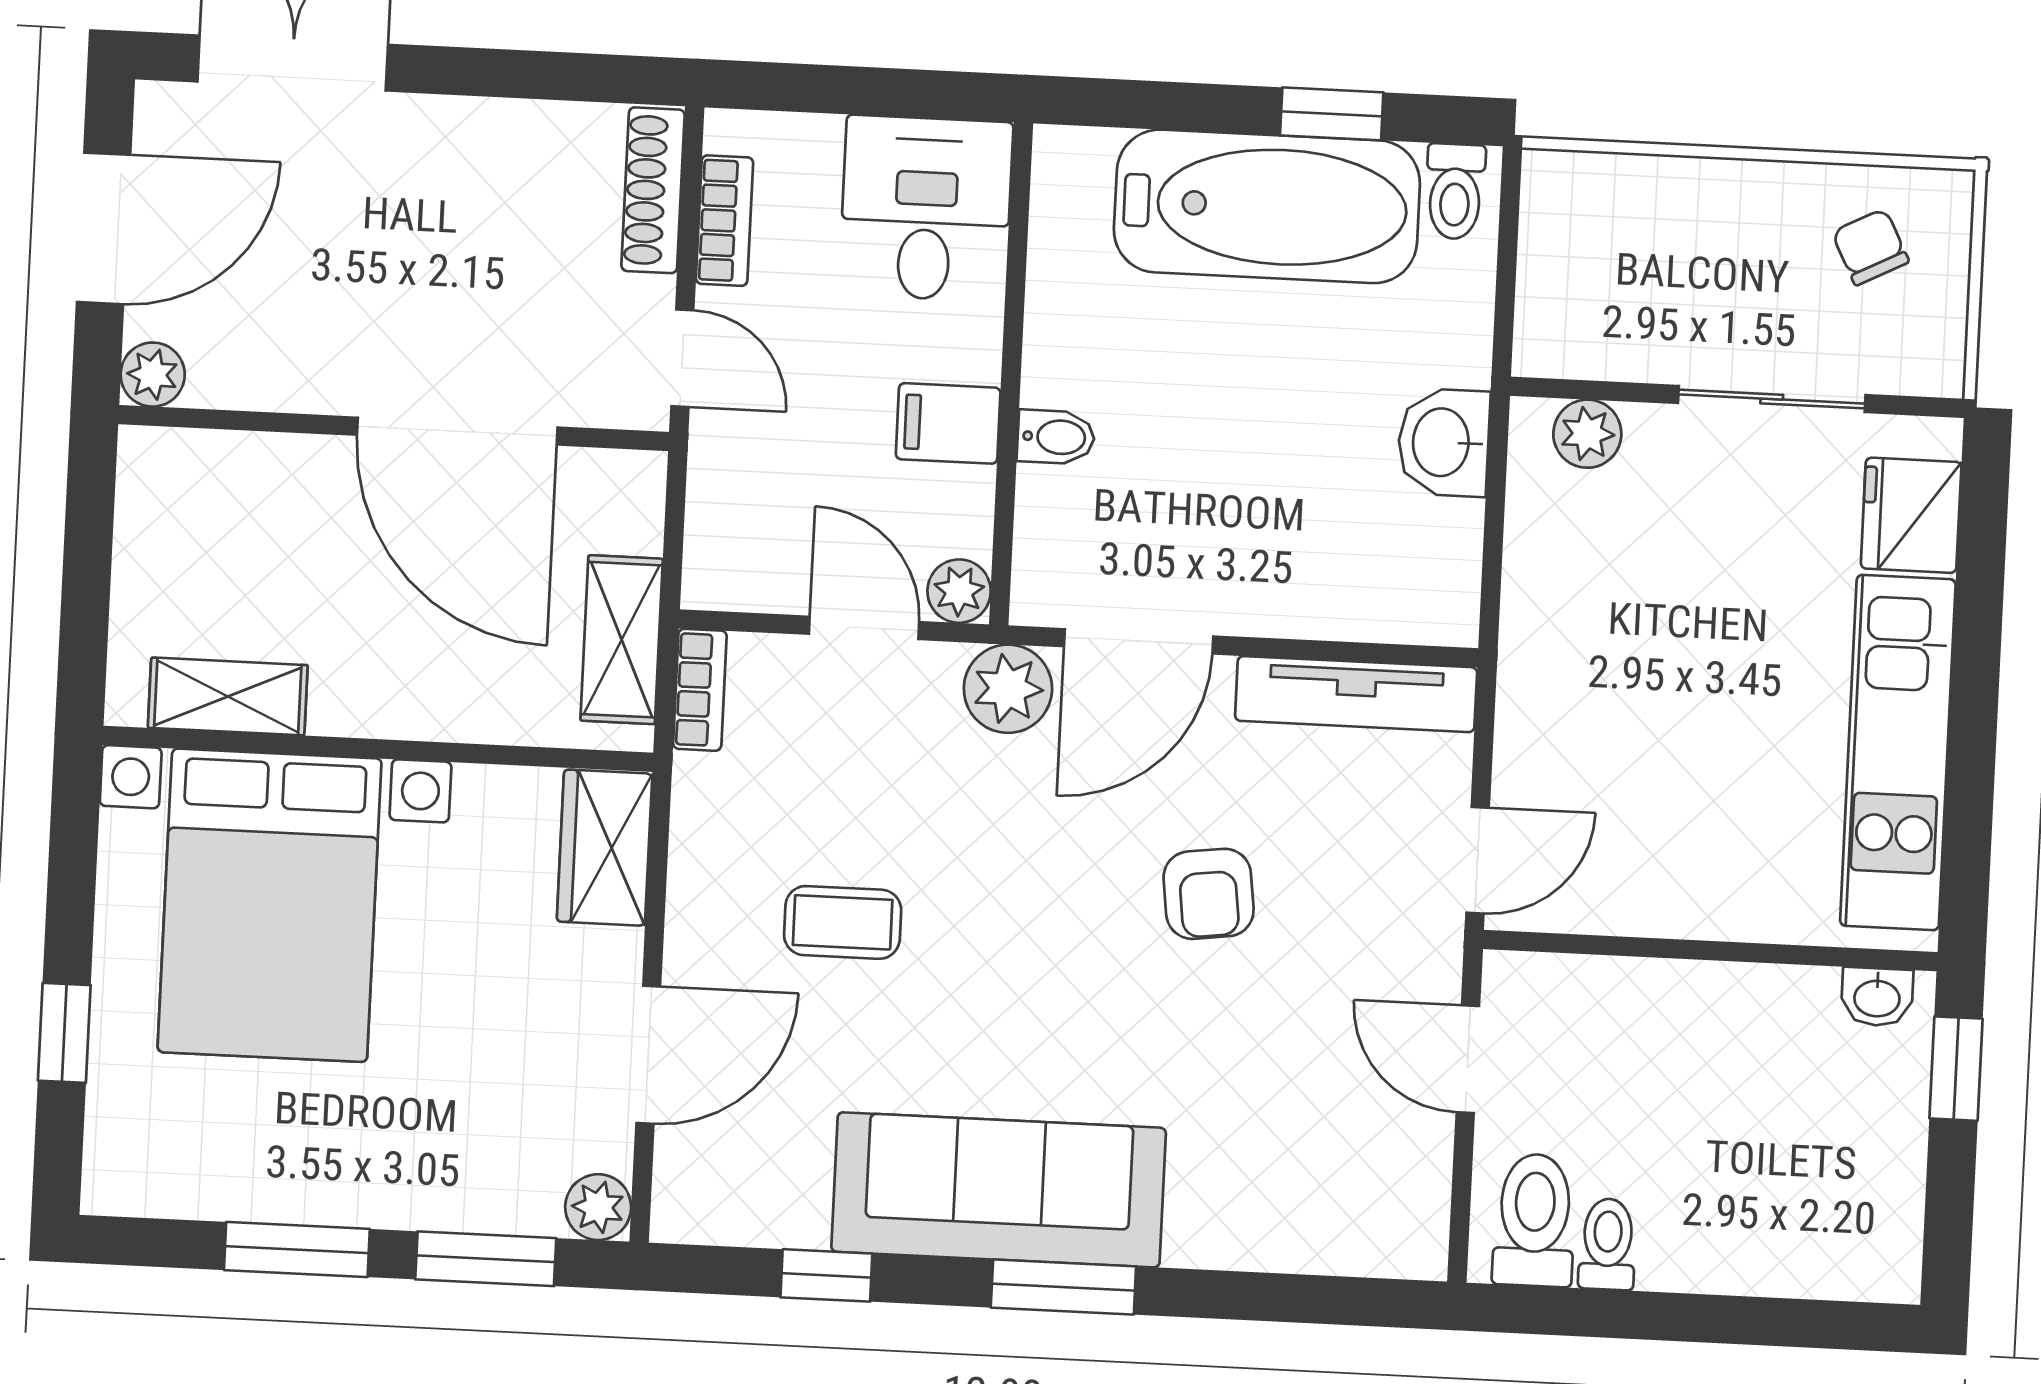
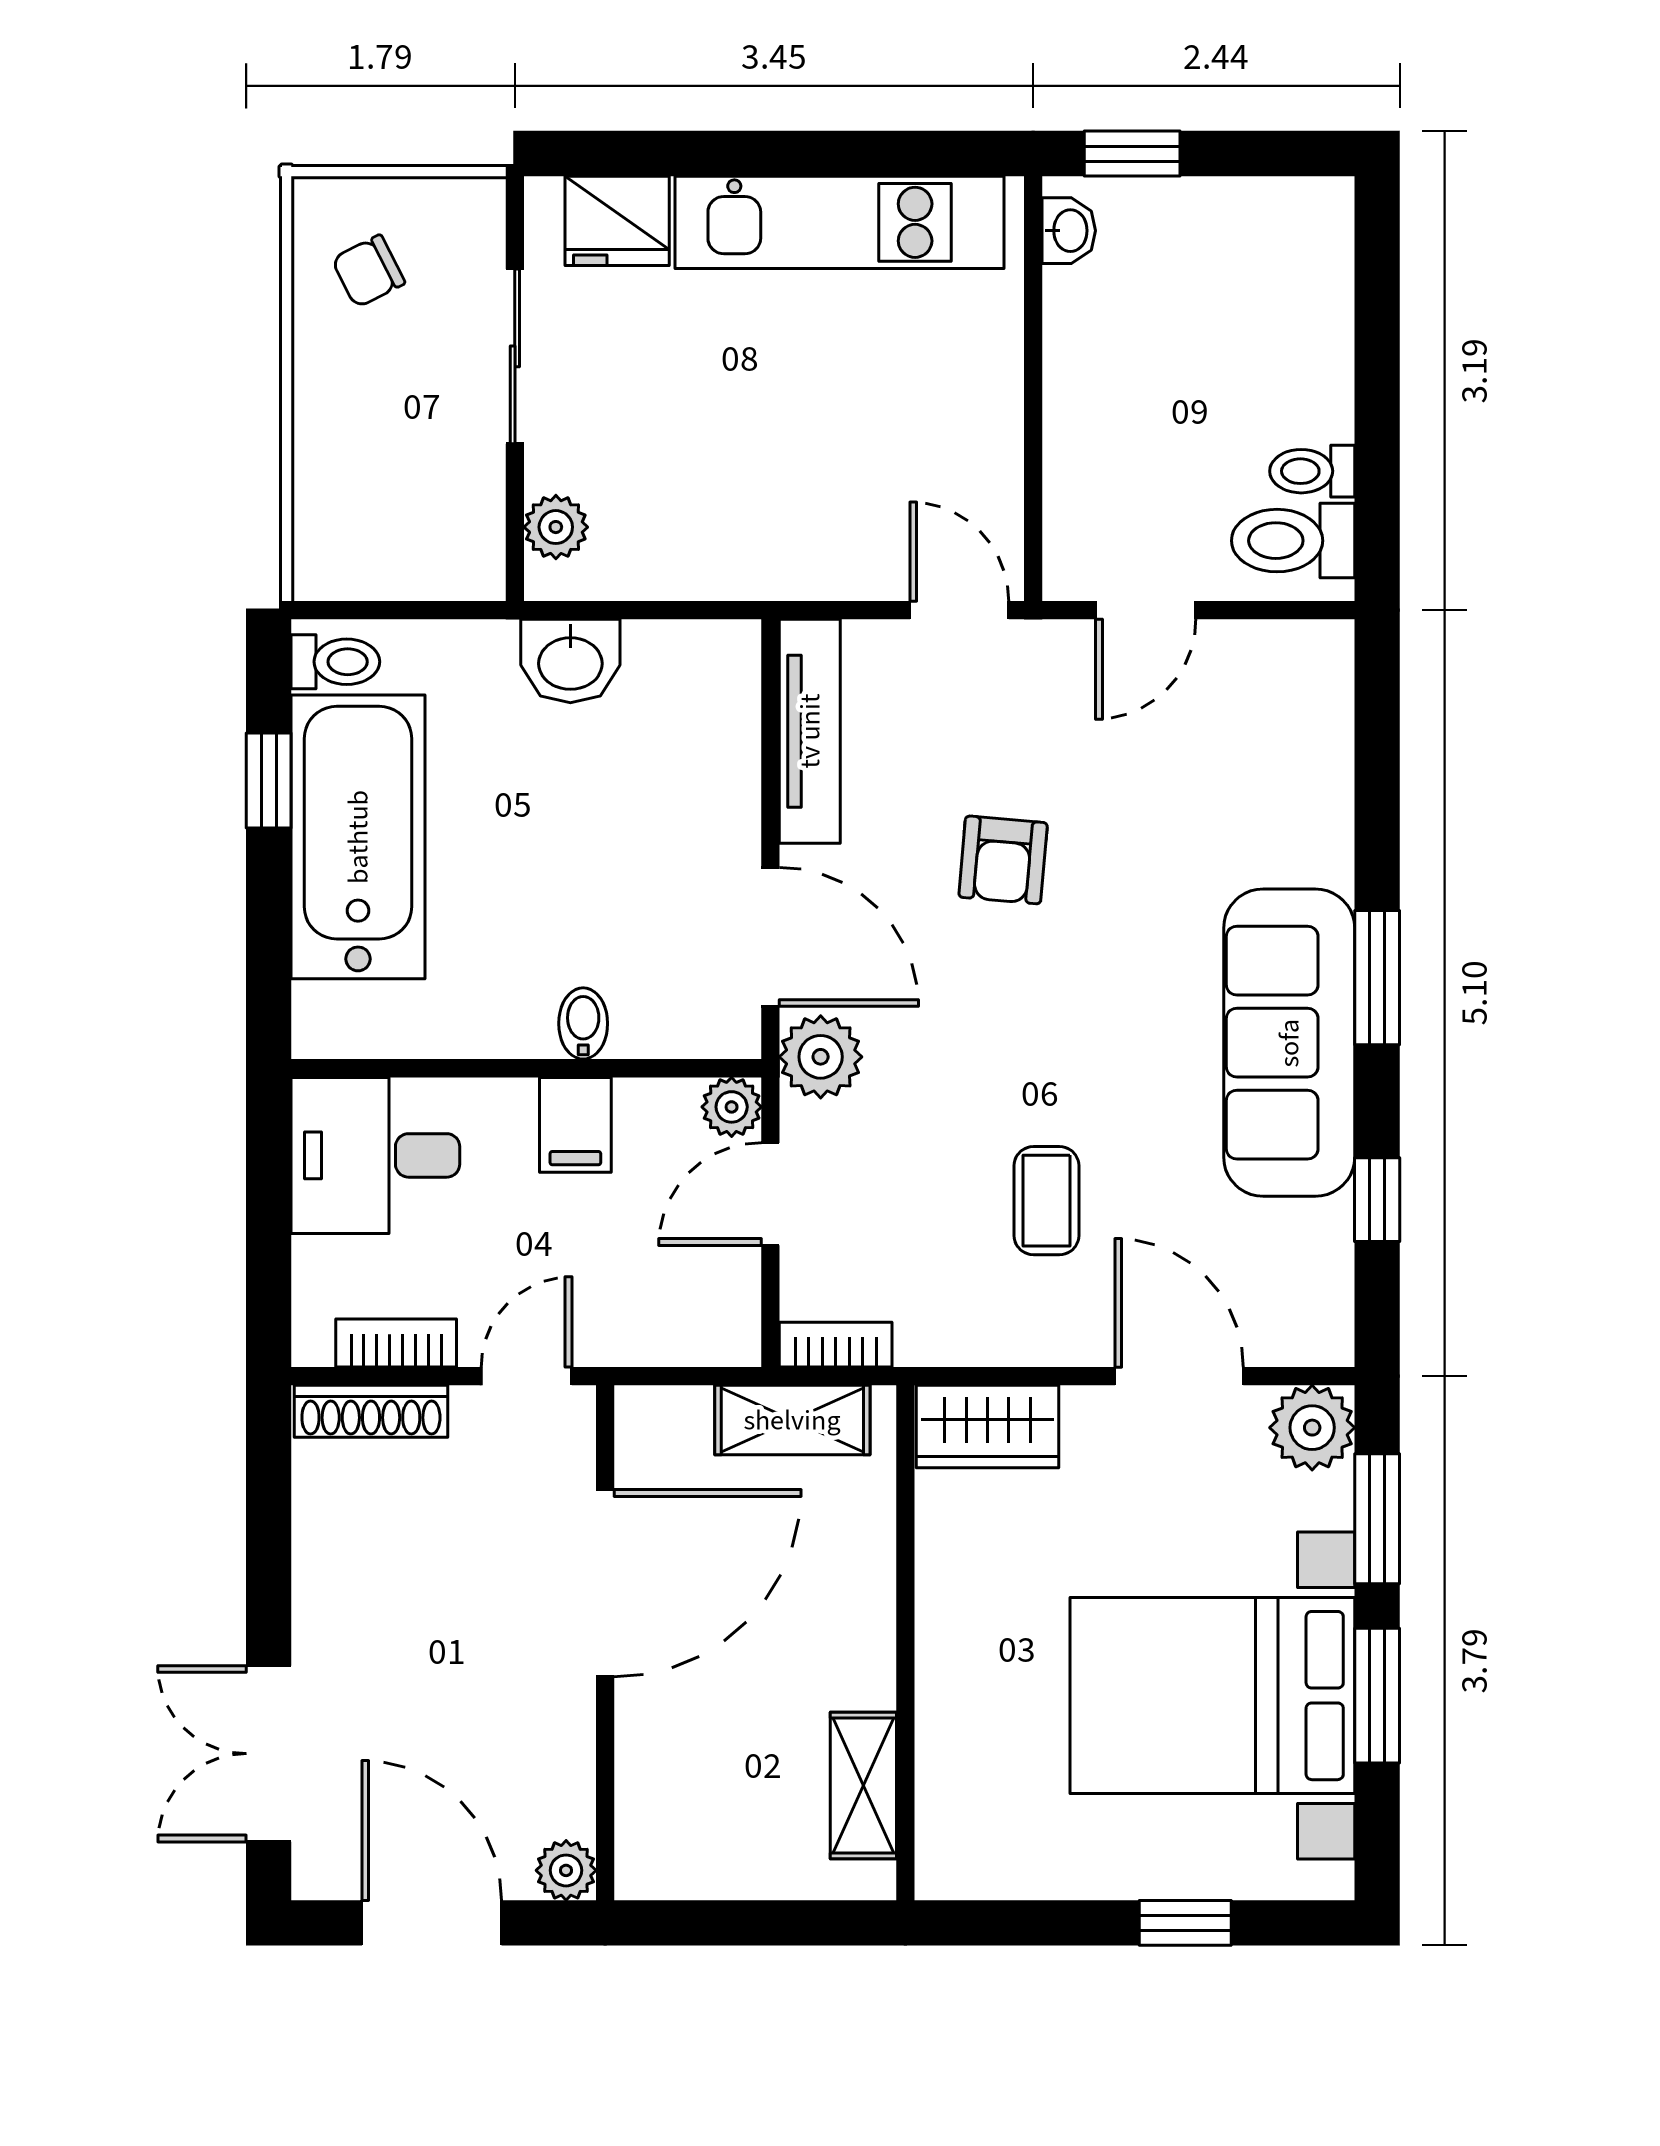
armchair: (1209, 894) -> (1003, 860), turned 102
bed with nightstands: (270, 905) -> (1212, 1696), moved, turned 180
plant: (598, 1207) -> (1312, 1428), width x1.38, depth x1.38

